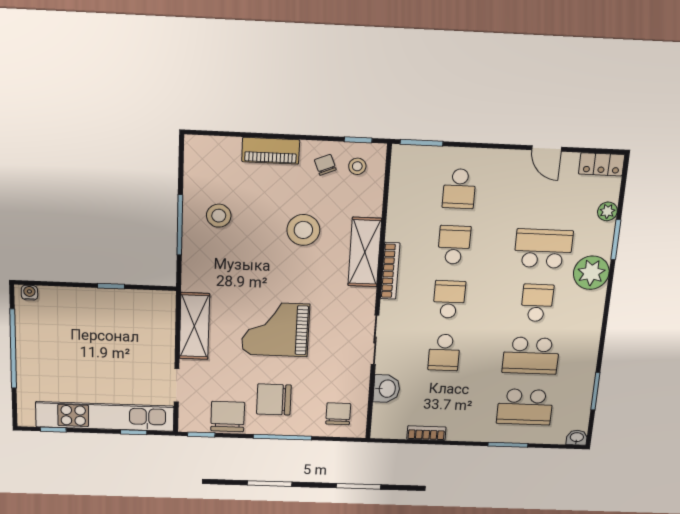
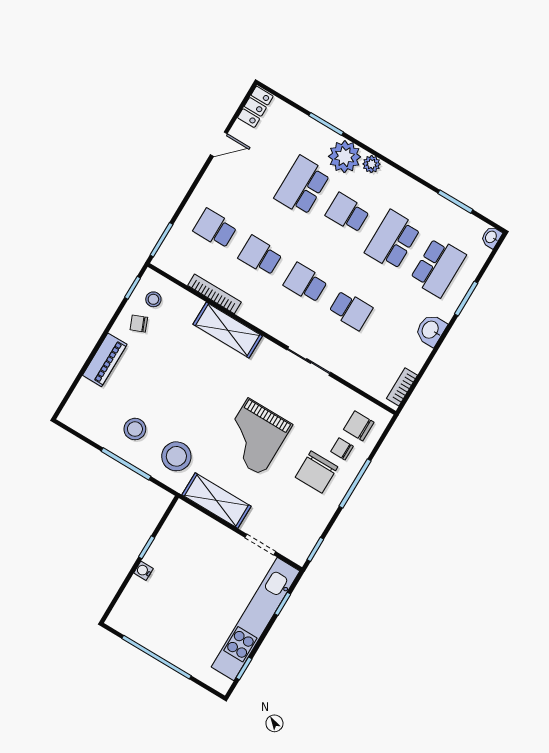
school desk: (459, 189) -> (215, 229), turned 180
plant: (607, 211) -> (372, 164), moved
stool: (303, 230) -> (176, 456), moved
bookcase: (390, 271) -> (214, 294), moved
water cooler: (29, 293) -> (143, 571), moved
school desk: (531, 356) -> (393, 240), turned 180
washbasin: (387, 389) -> (431, 330), moved, turned -90
chair: (228, 417) -> (342, 449), moved, width x0.54, depth x0.54
bookcase: (426, 433) -> (402, 387), moved

